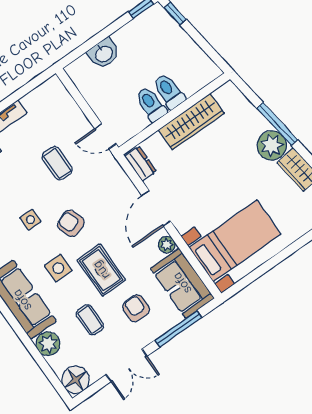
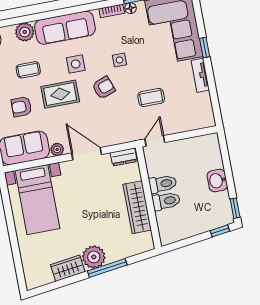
washbasin: (104, 53) -> (217, 181), moved
armchair: (136, 308) -> (21, 107), turned 180

